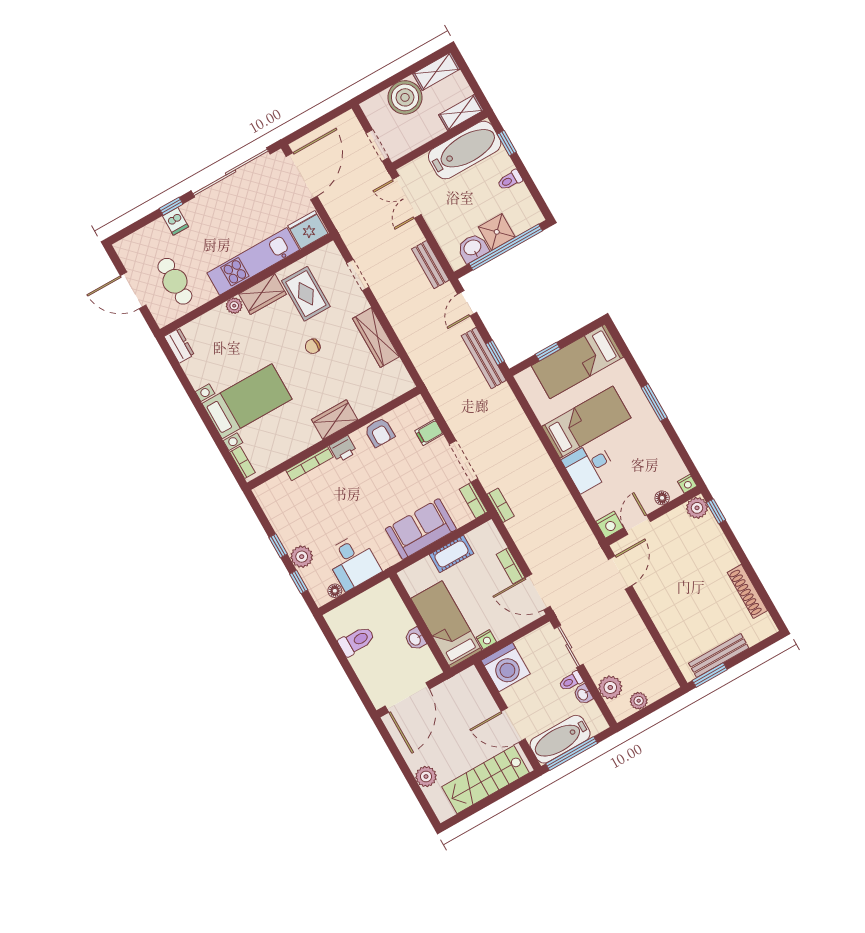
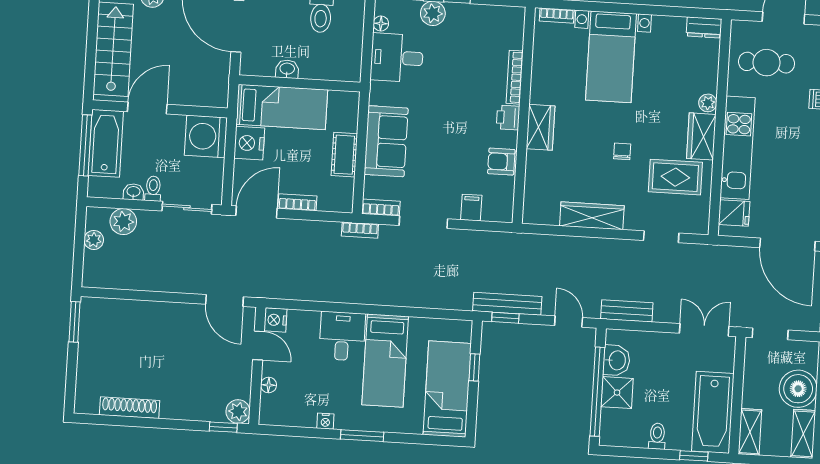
fridge: (308, 230) -> (734, 213), width x0.72
nightstand: (687, 484) -> (325, 421), moved, turned -90
nightstand: (486, 640) -> (249, 143), width x1.89, depth x1.79
bench: (719, 656) -> (87, 342), removed

